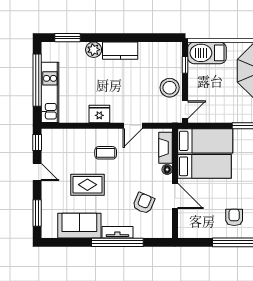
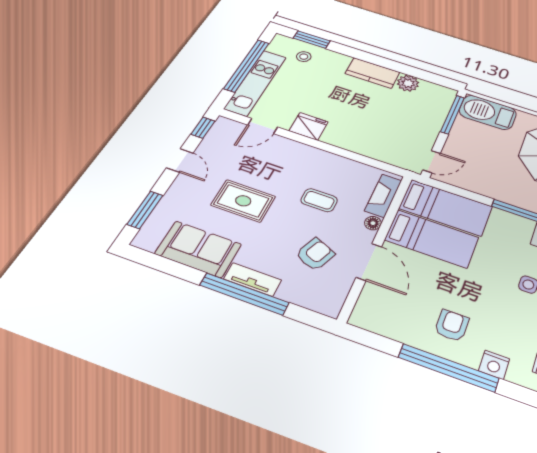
plant: (94, 50) -> (408, 83), moved
window: (185, 65) -> (453, 115), width x2.17
stool: (170, 88) -> (304, 57), moved, width x0.53, depth x0.53
door: (133, 126) -> (263, 126), moved
coffee table: (106, 153) -> (319, 200), moved

